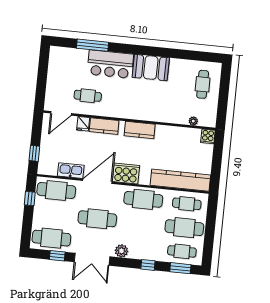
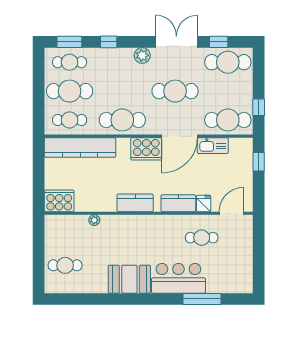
cafe table: (203, 84) -> (65, 265), turned 90
plant: (193, 121) -> (94, 220), moved
cooker: (208, 136) -> (59, 201), width x1.87, depth x1.31

